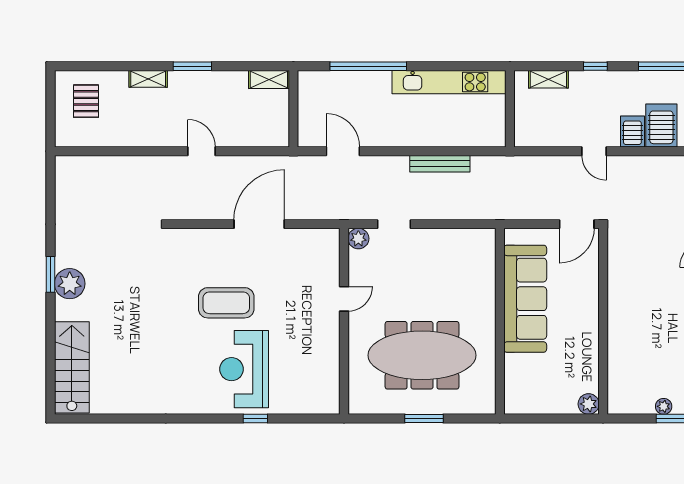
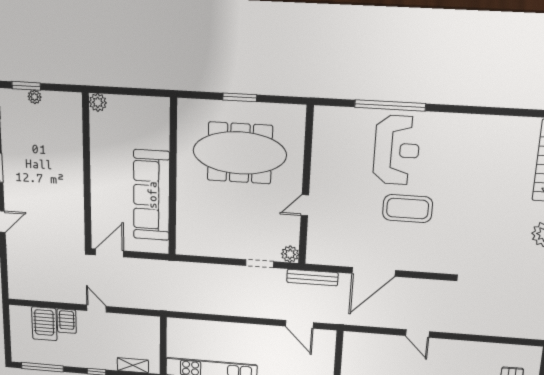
bench: (440, 164) -> (312, 278), moved
window: (255, 418) -> (390, 105), width x3.17

